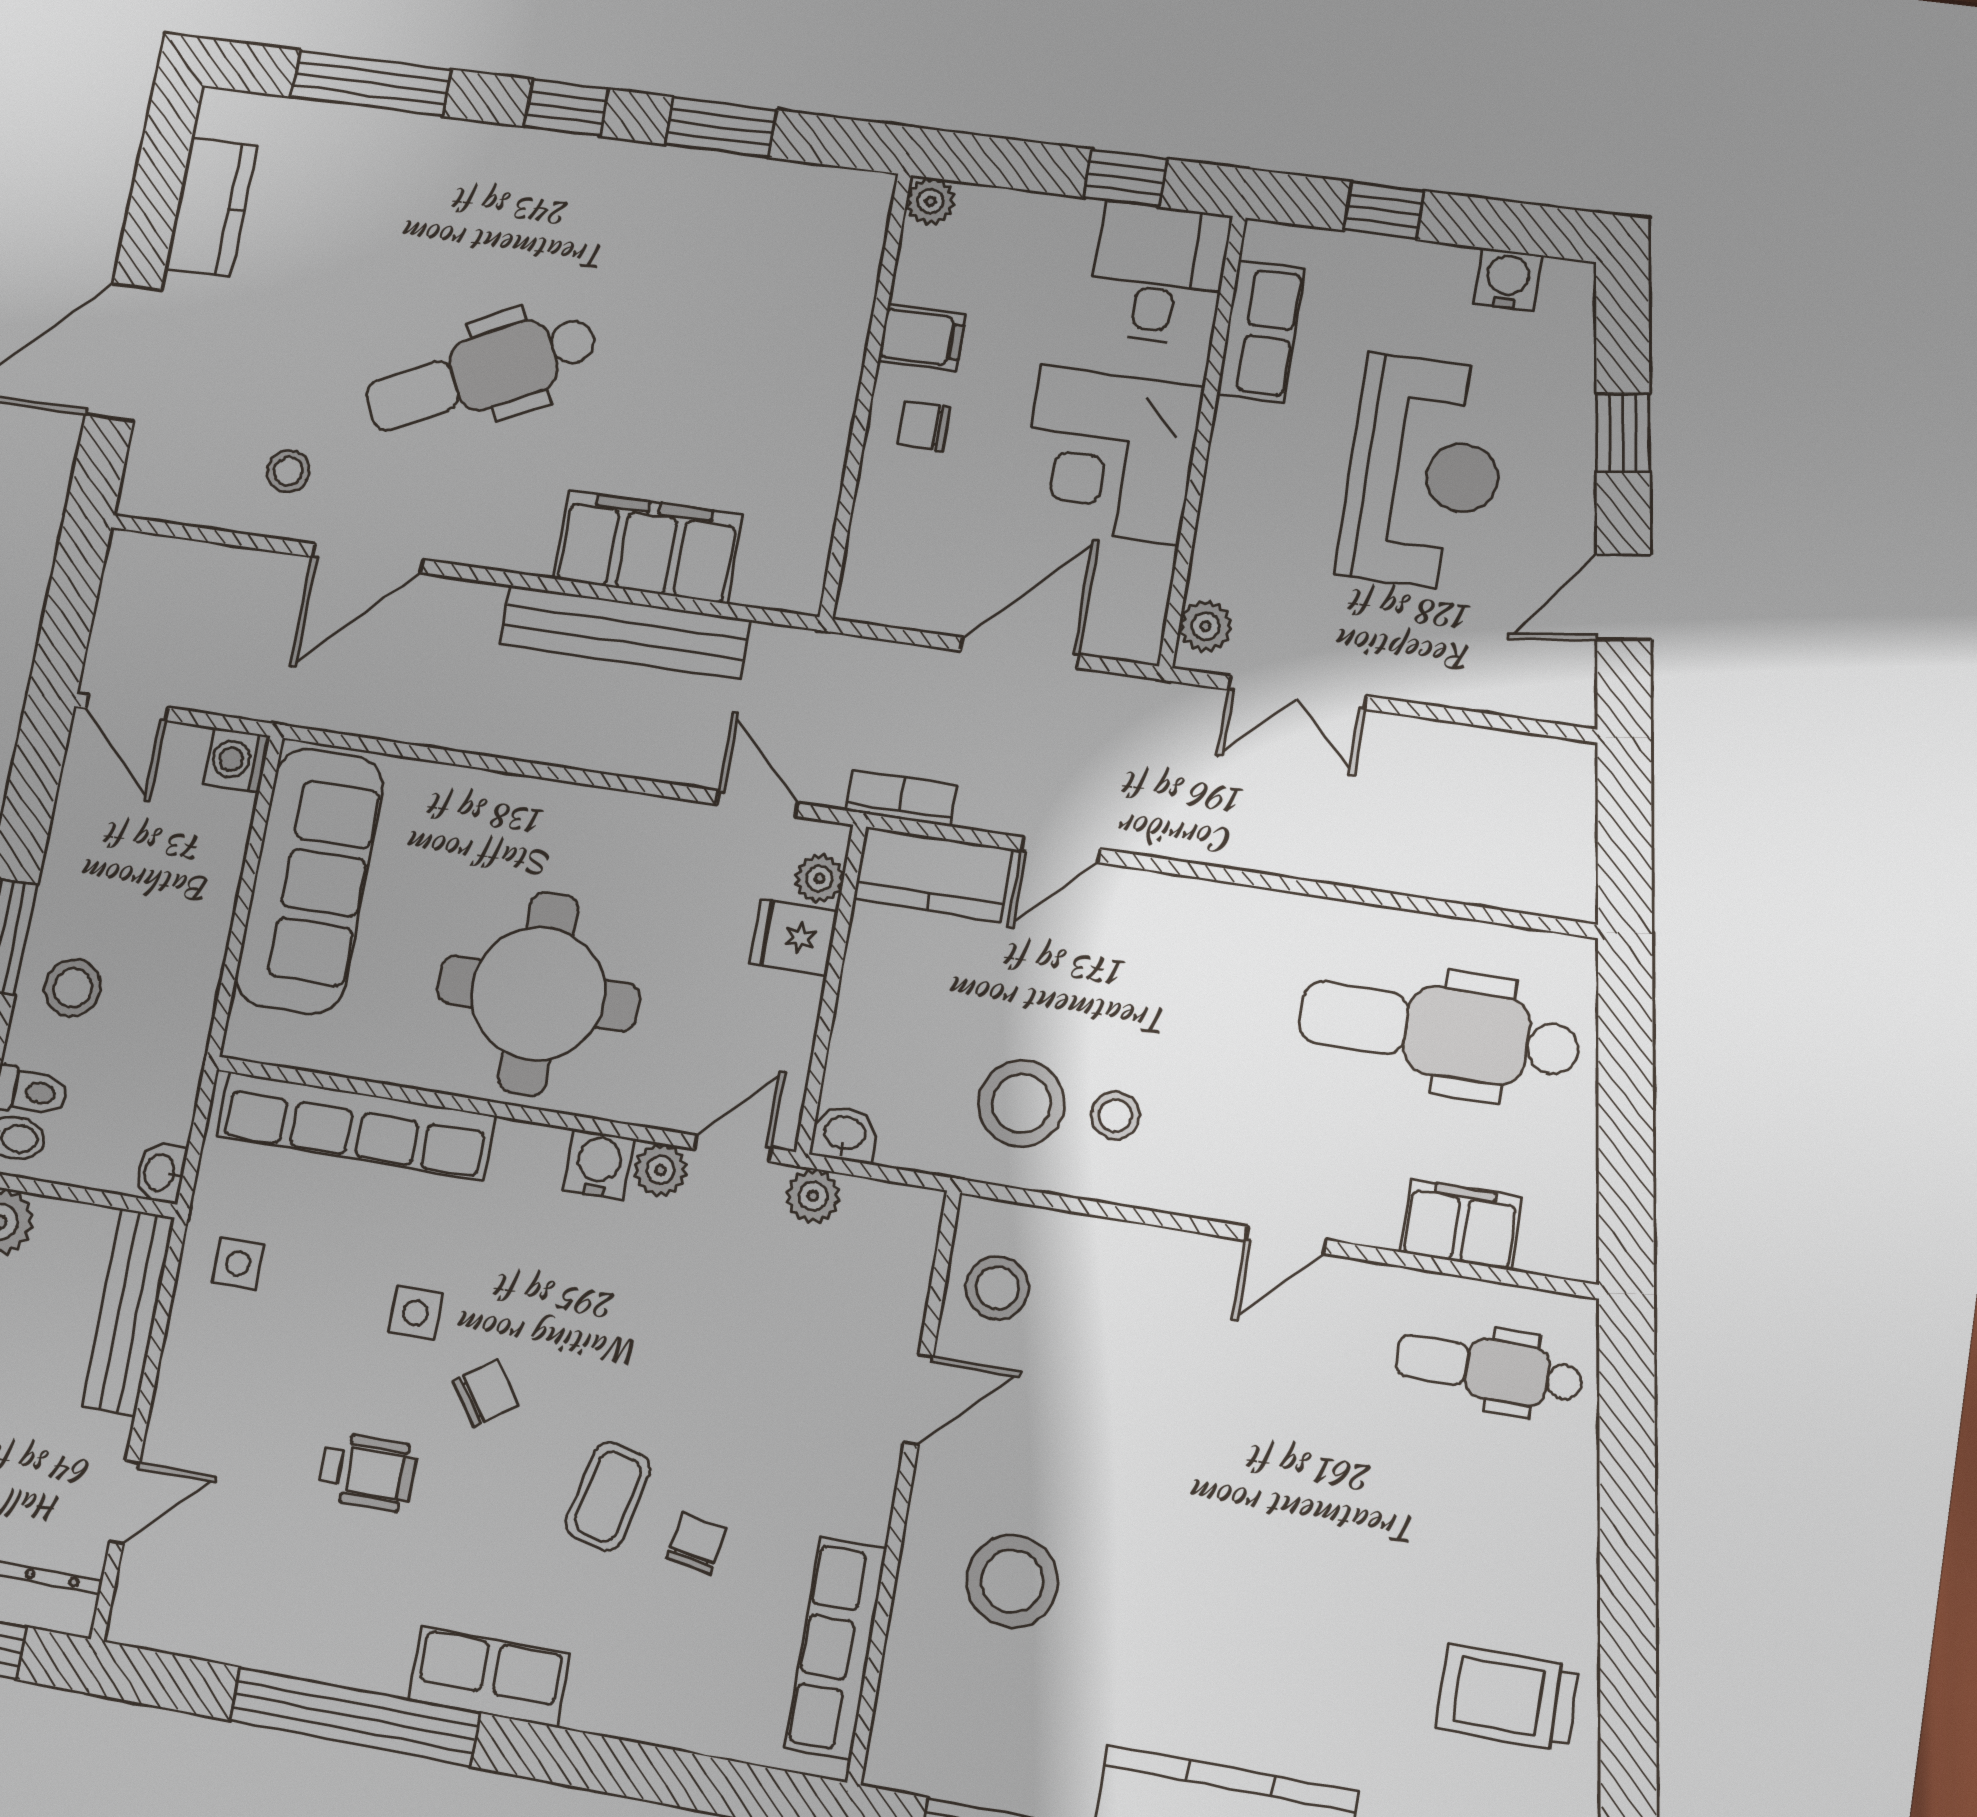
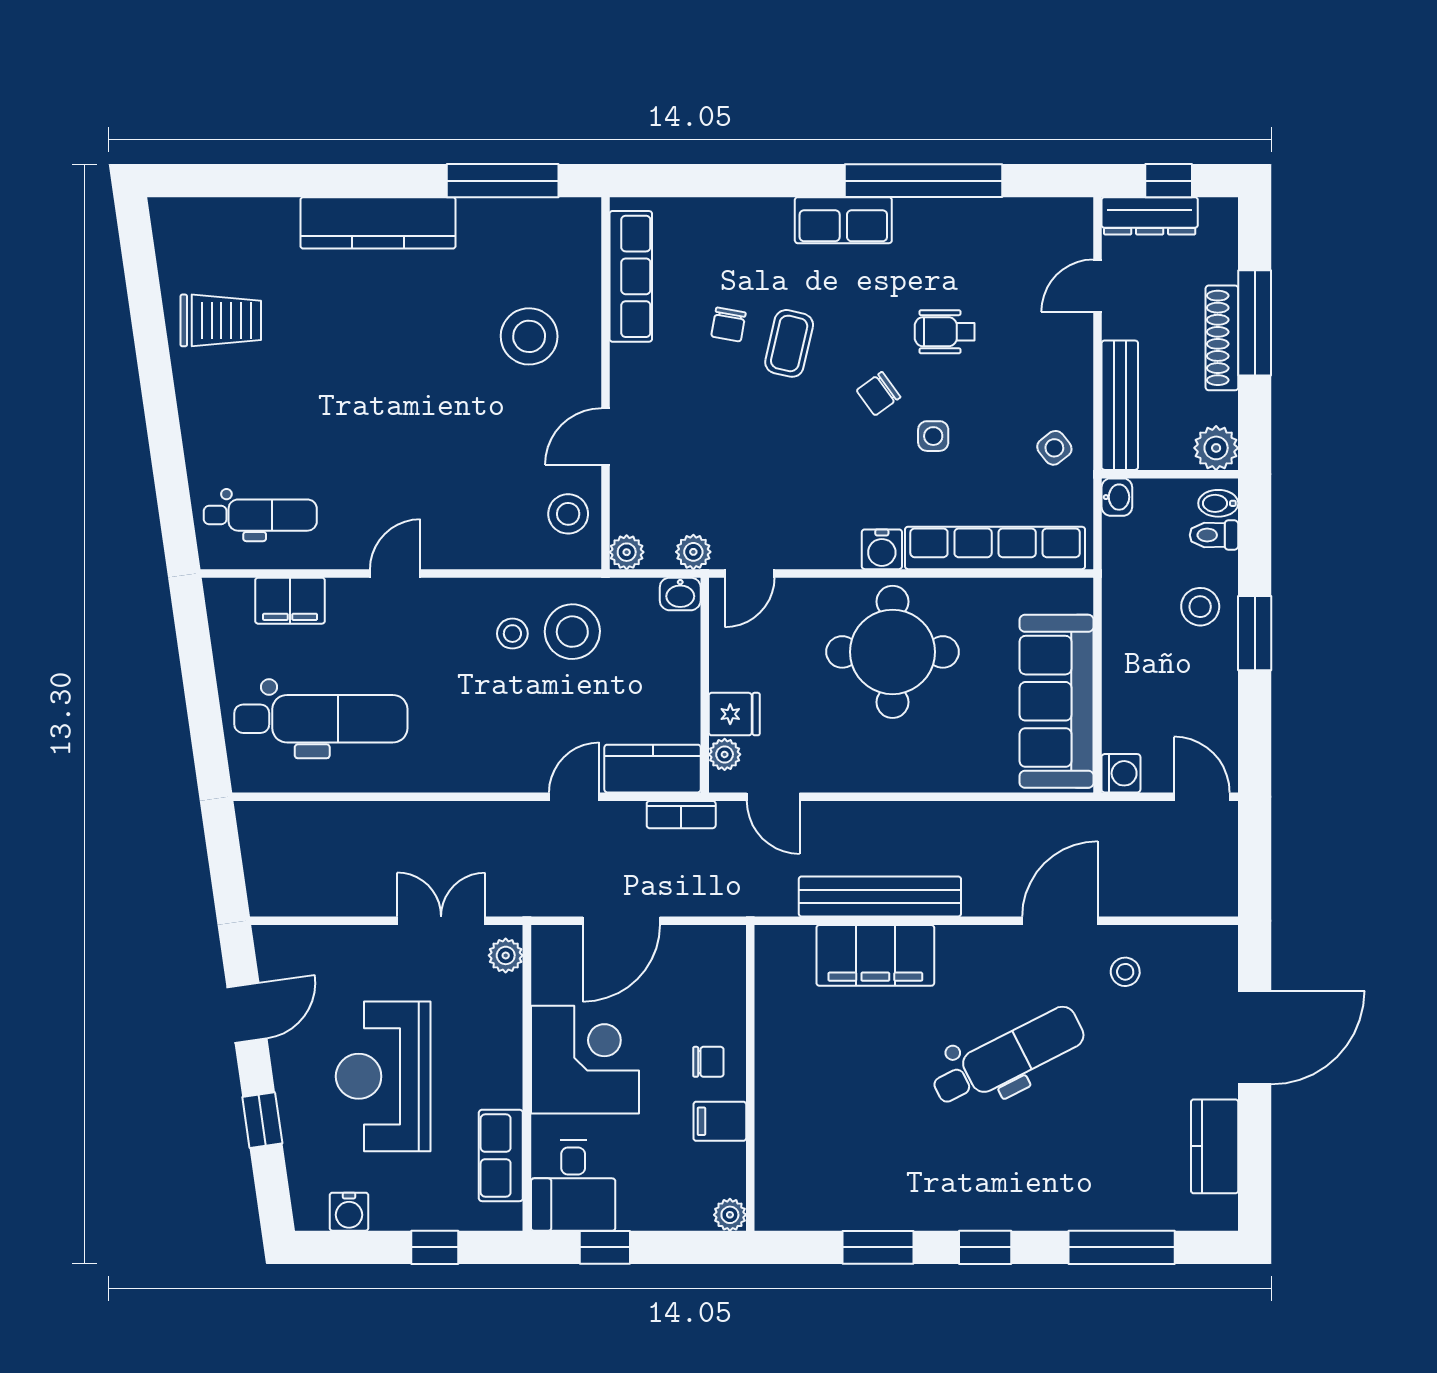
water cooler: (598, 1164) -> (882, 549), moved
plant: (661, 1170) -> (627, 552), moved
side table: (238, 1263) -> (1054, 448), turned -38

